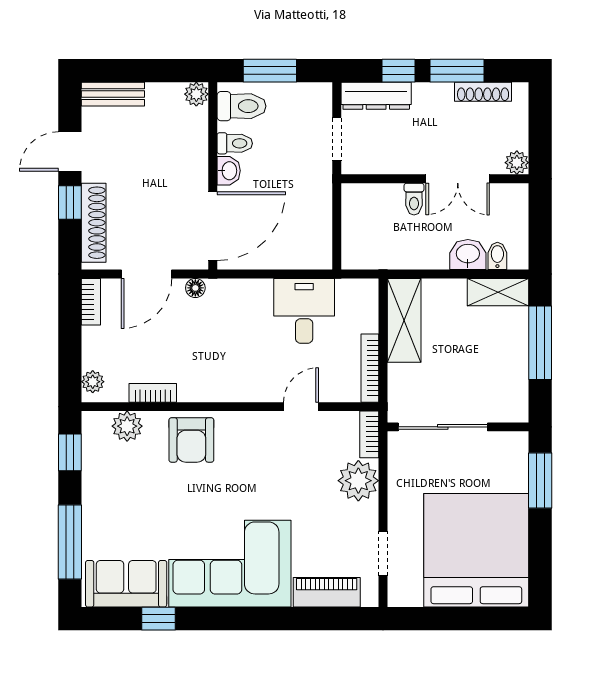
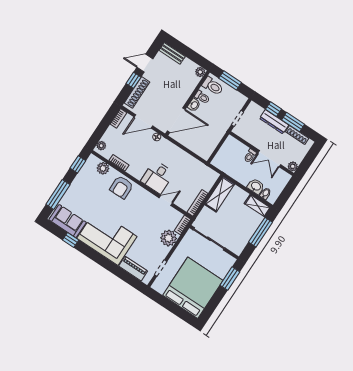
dresser: (376, 96) -> (274, 122), moved
desk: (304, 311) -> (157, 177), moved, turned 180

